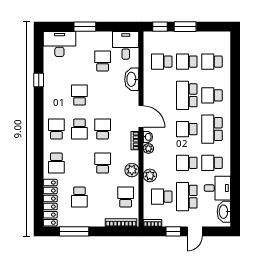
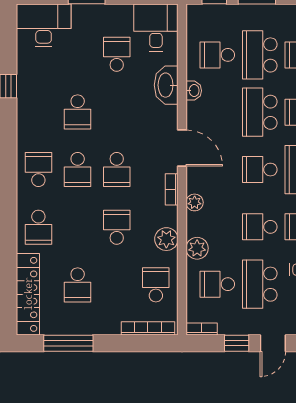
school desk: (187, 62) -> (260, 55), width x1.85
school desk: (79, 95) -> (78, 112), turned 180
school desk: (103, 129) -> (117, 170), turned 180
washbasin: (148, 137) -> (194, 91), moved

